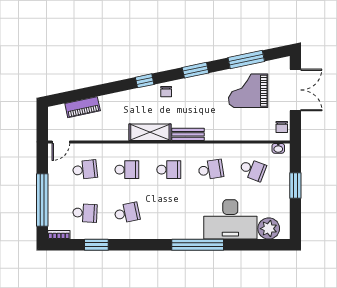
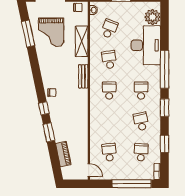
window: (195, 70) -> (49, 132), moved
shelving: (150, 132) -> (82, 41), moved
school desk: (127, 170) -> (141, 91), moved
window: (146, 245) -> (165, 108), added

